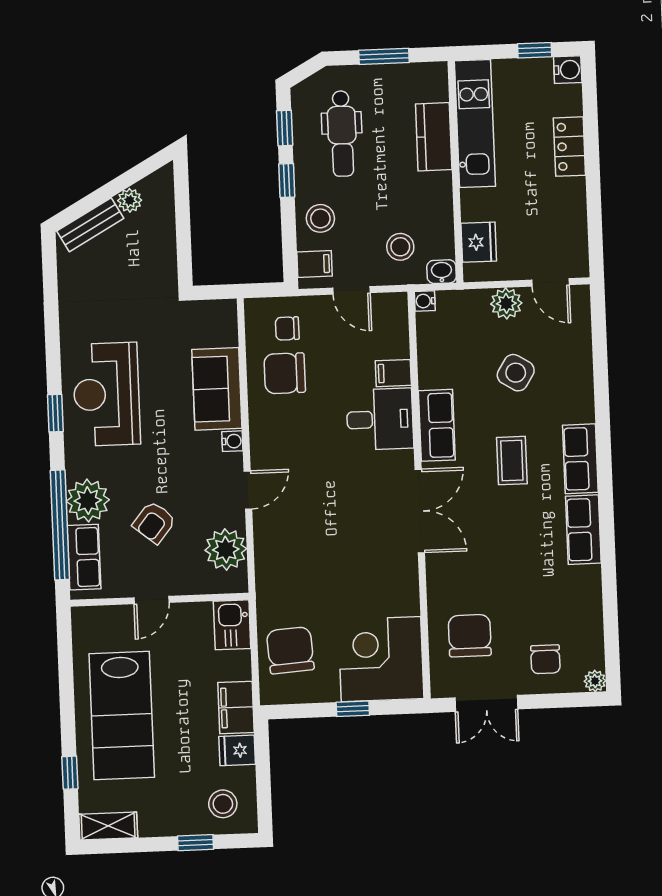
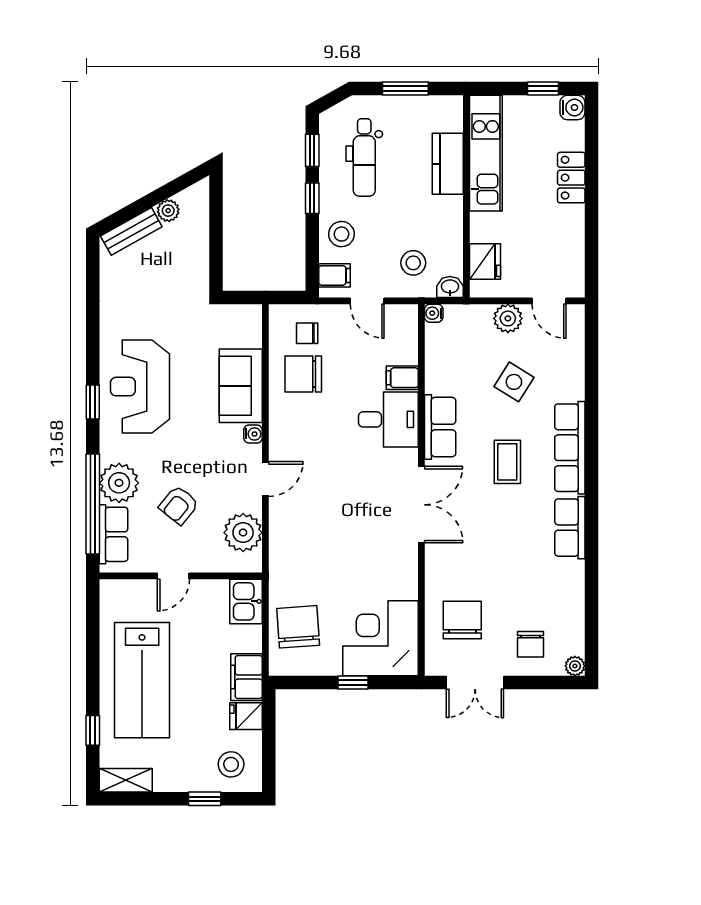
row of seats: (580, 459) -> (570, 448), width x1.48

